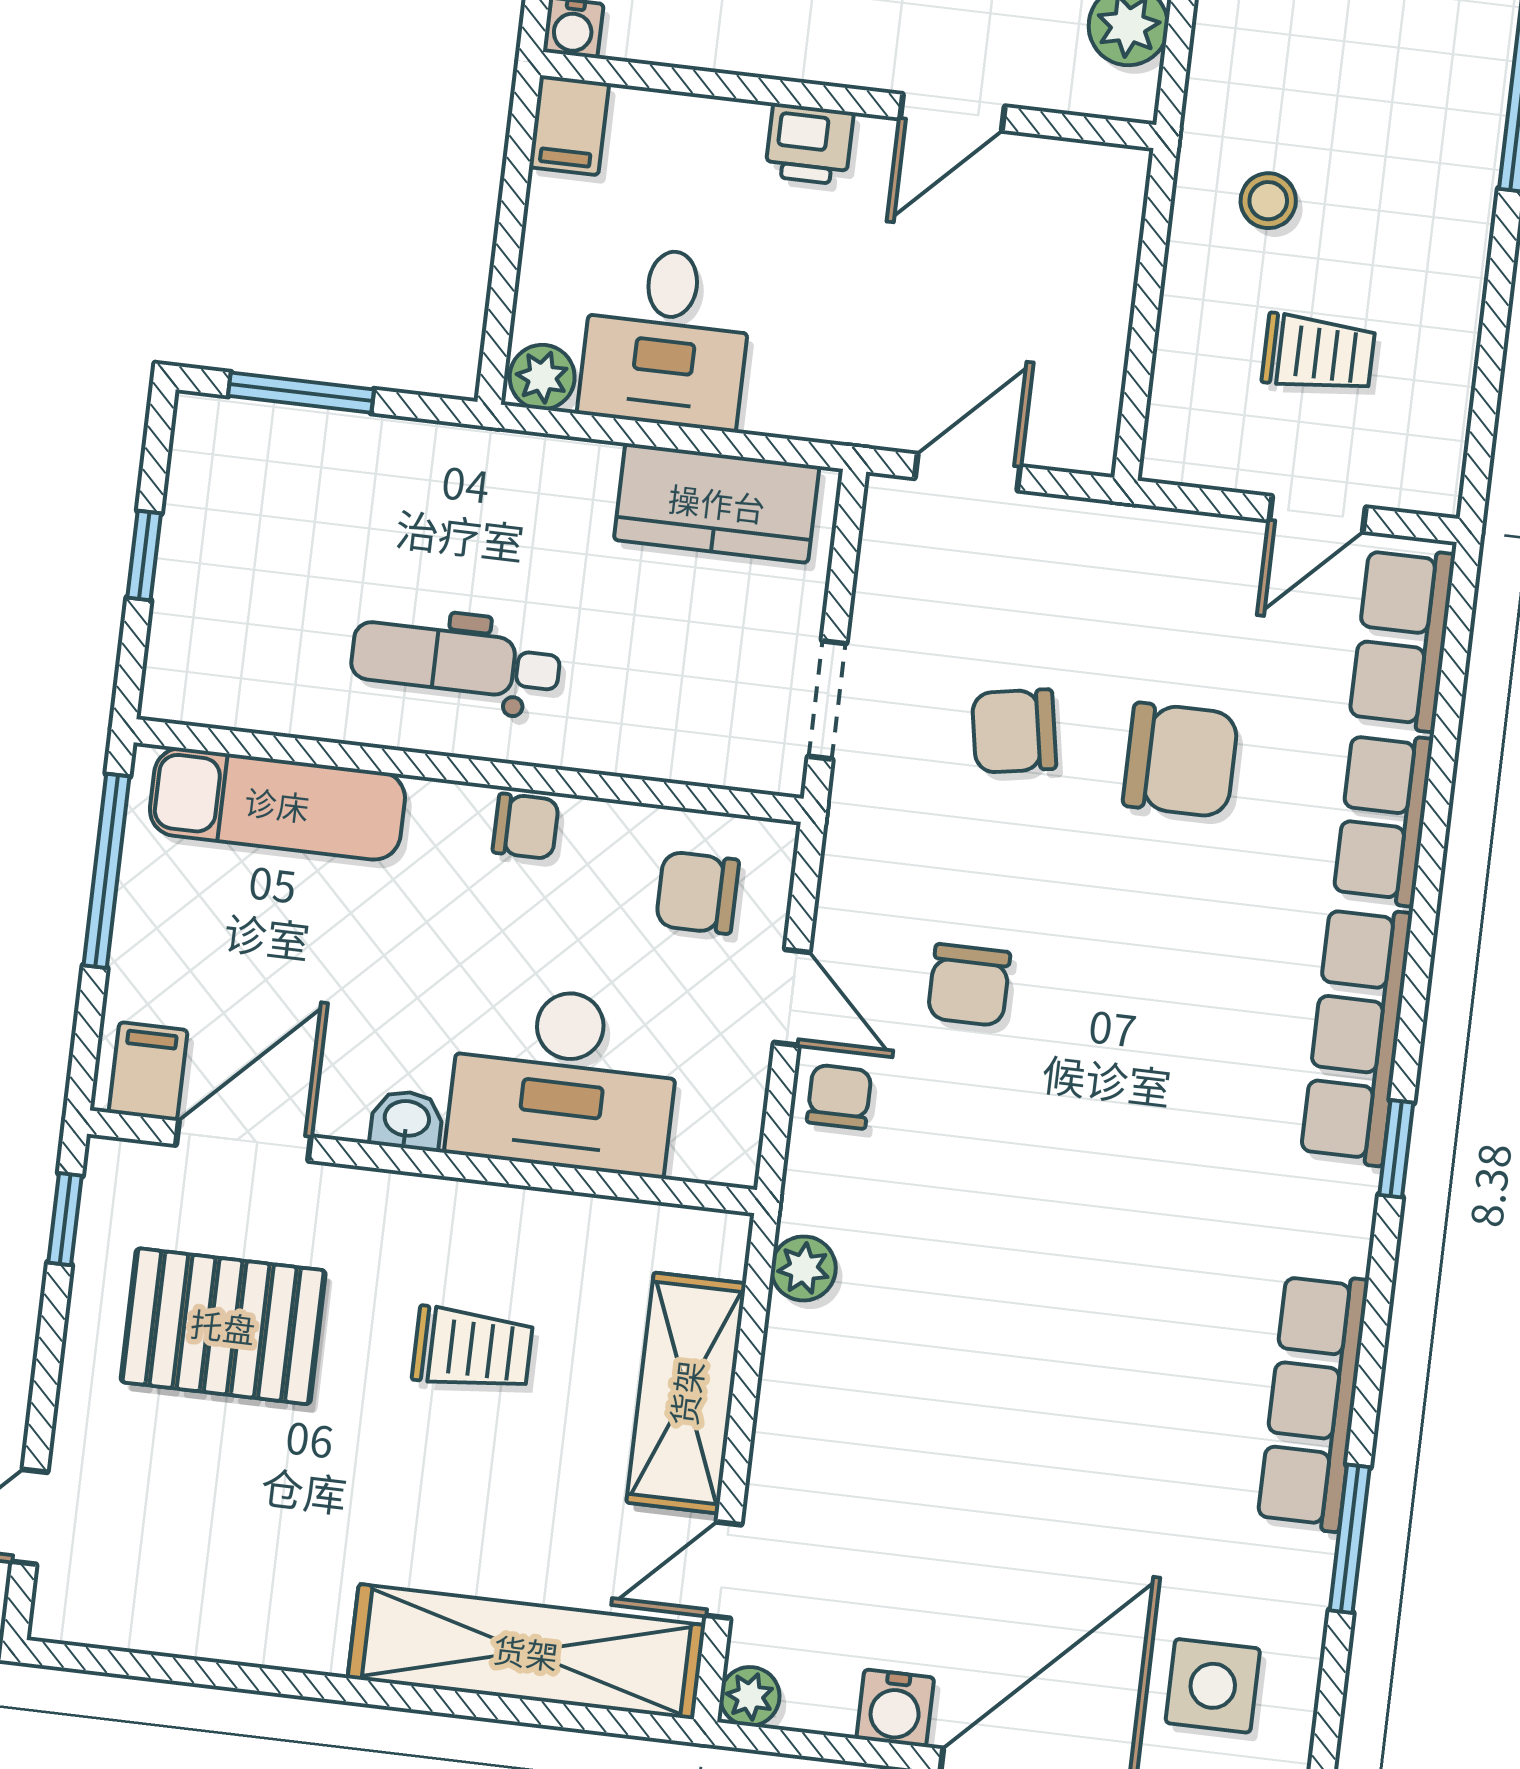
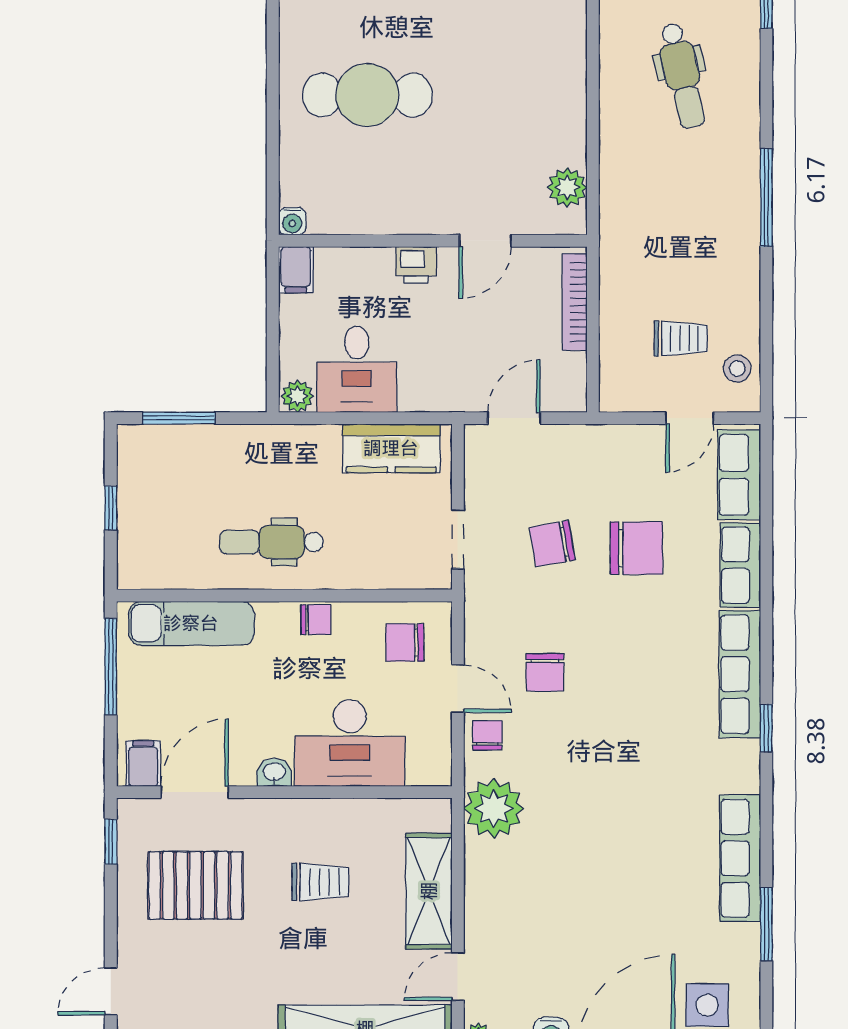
stool: (1268, 201) -> (737, 369), moved
bookcase: (1116, 255) -> (575, 302), added
plant: (803, 1268) -> (494, 808), width x1.87, depth x1.87

